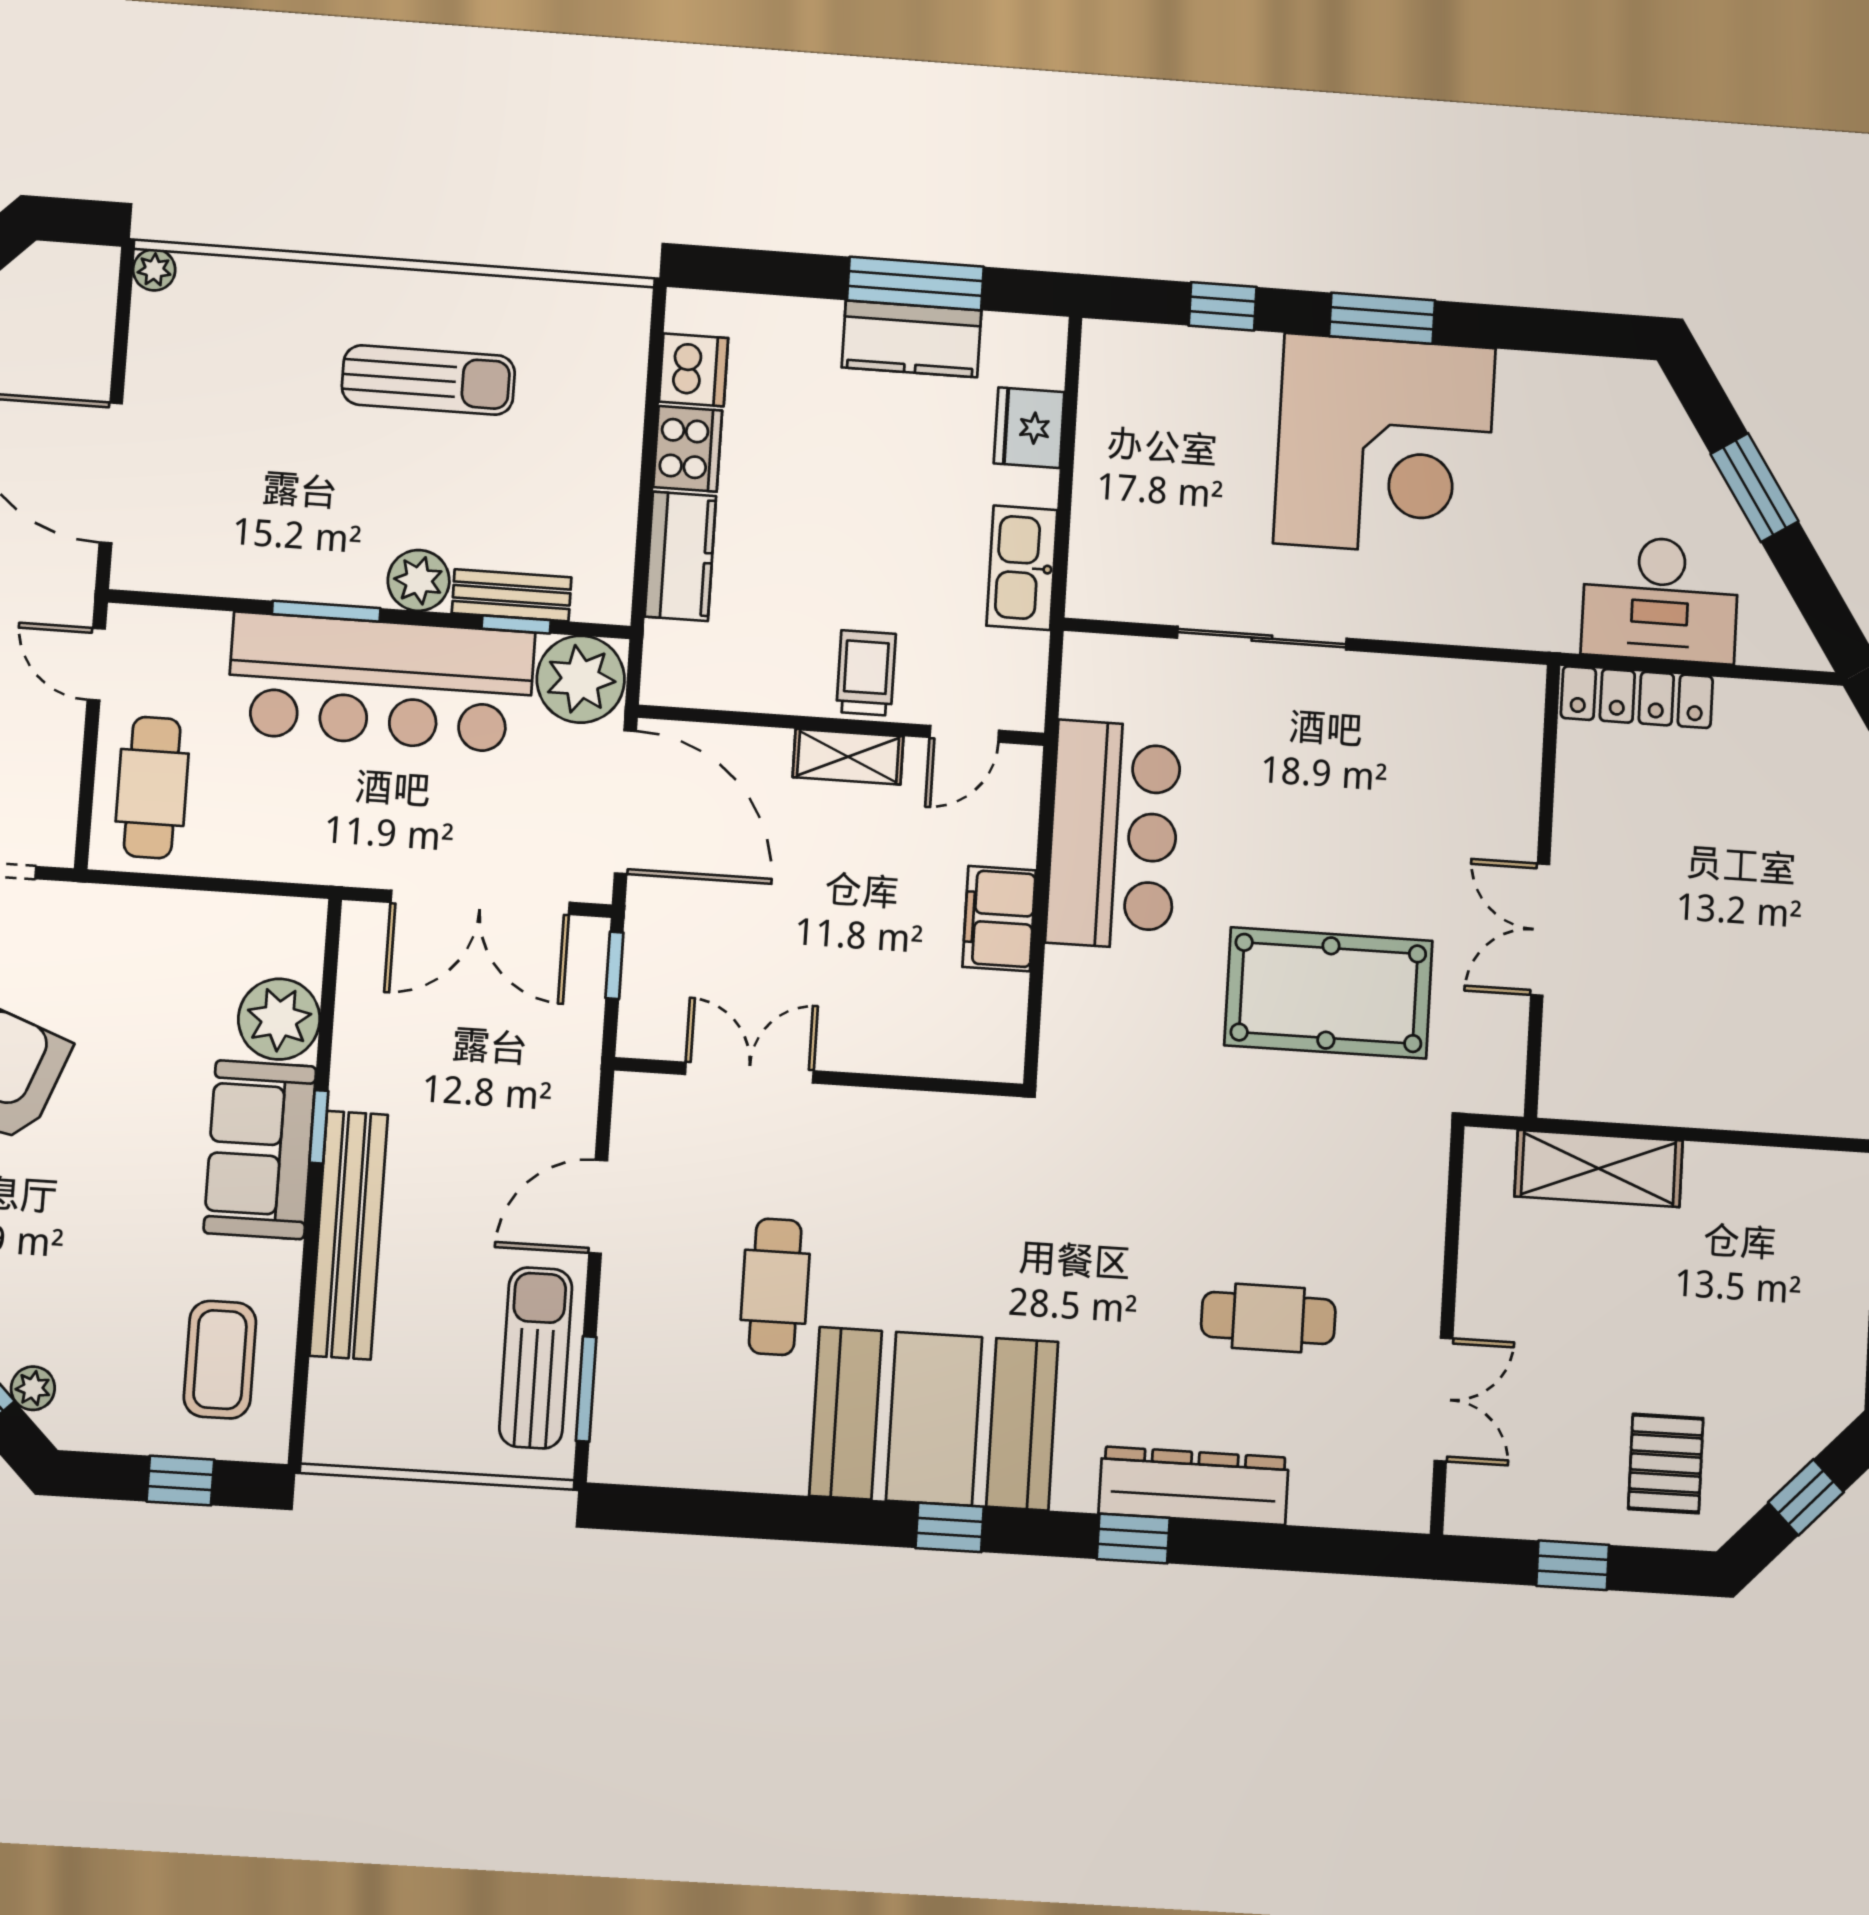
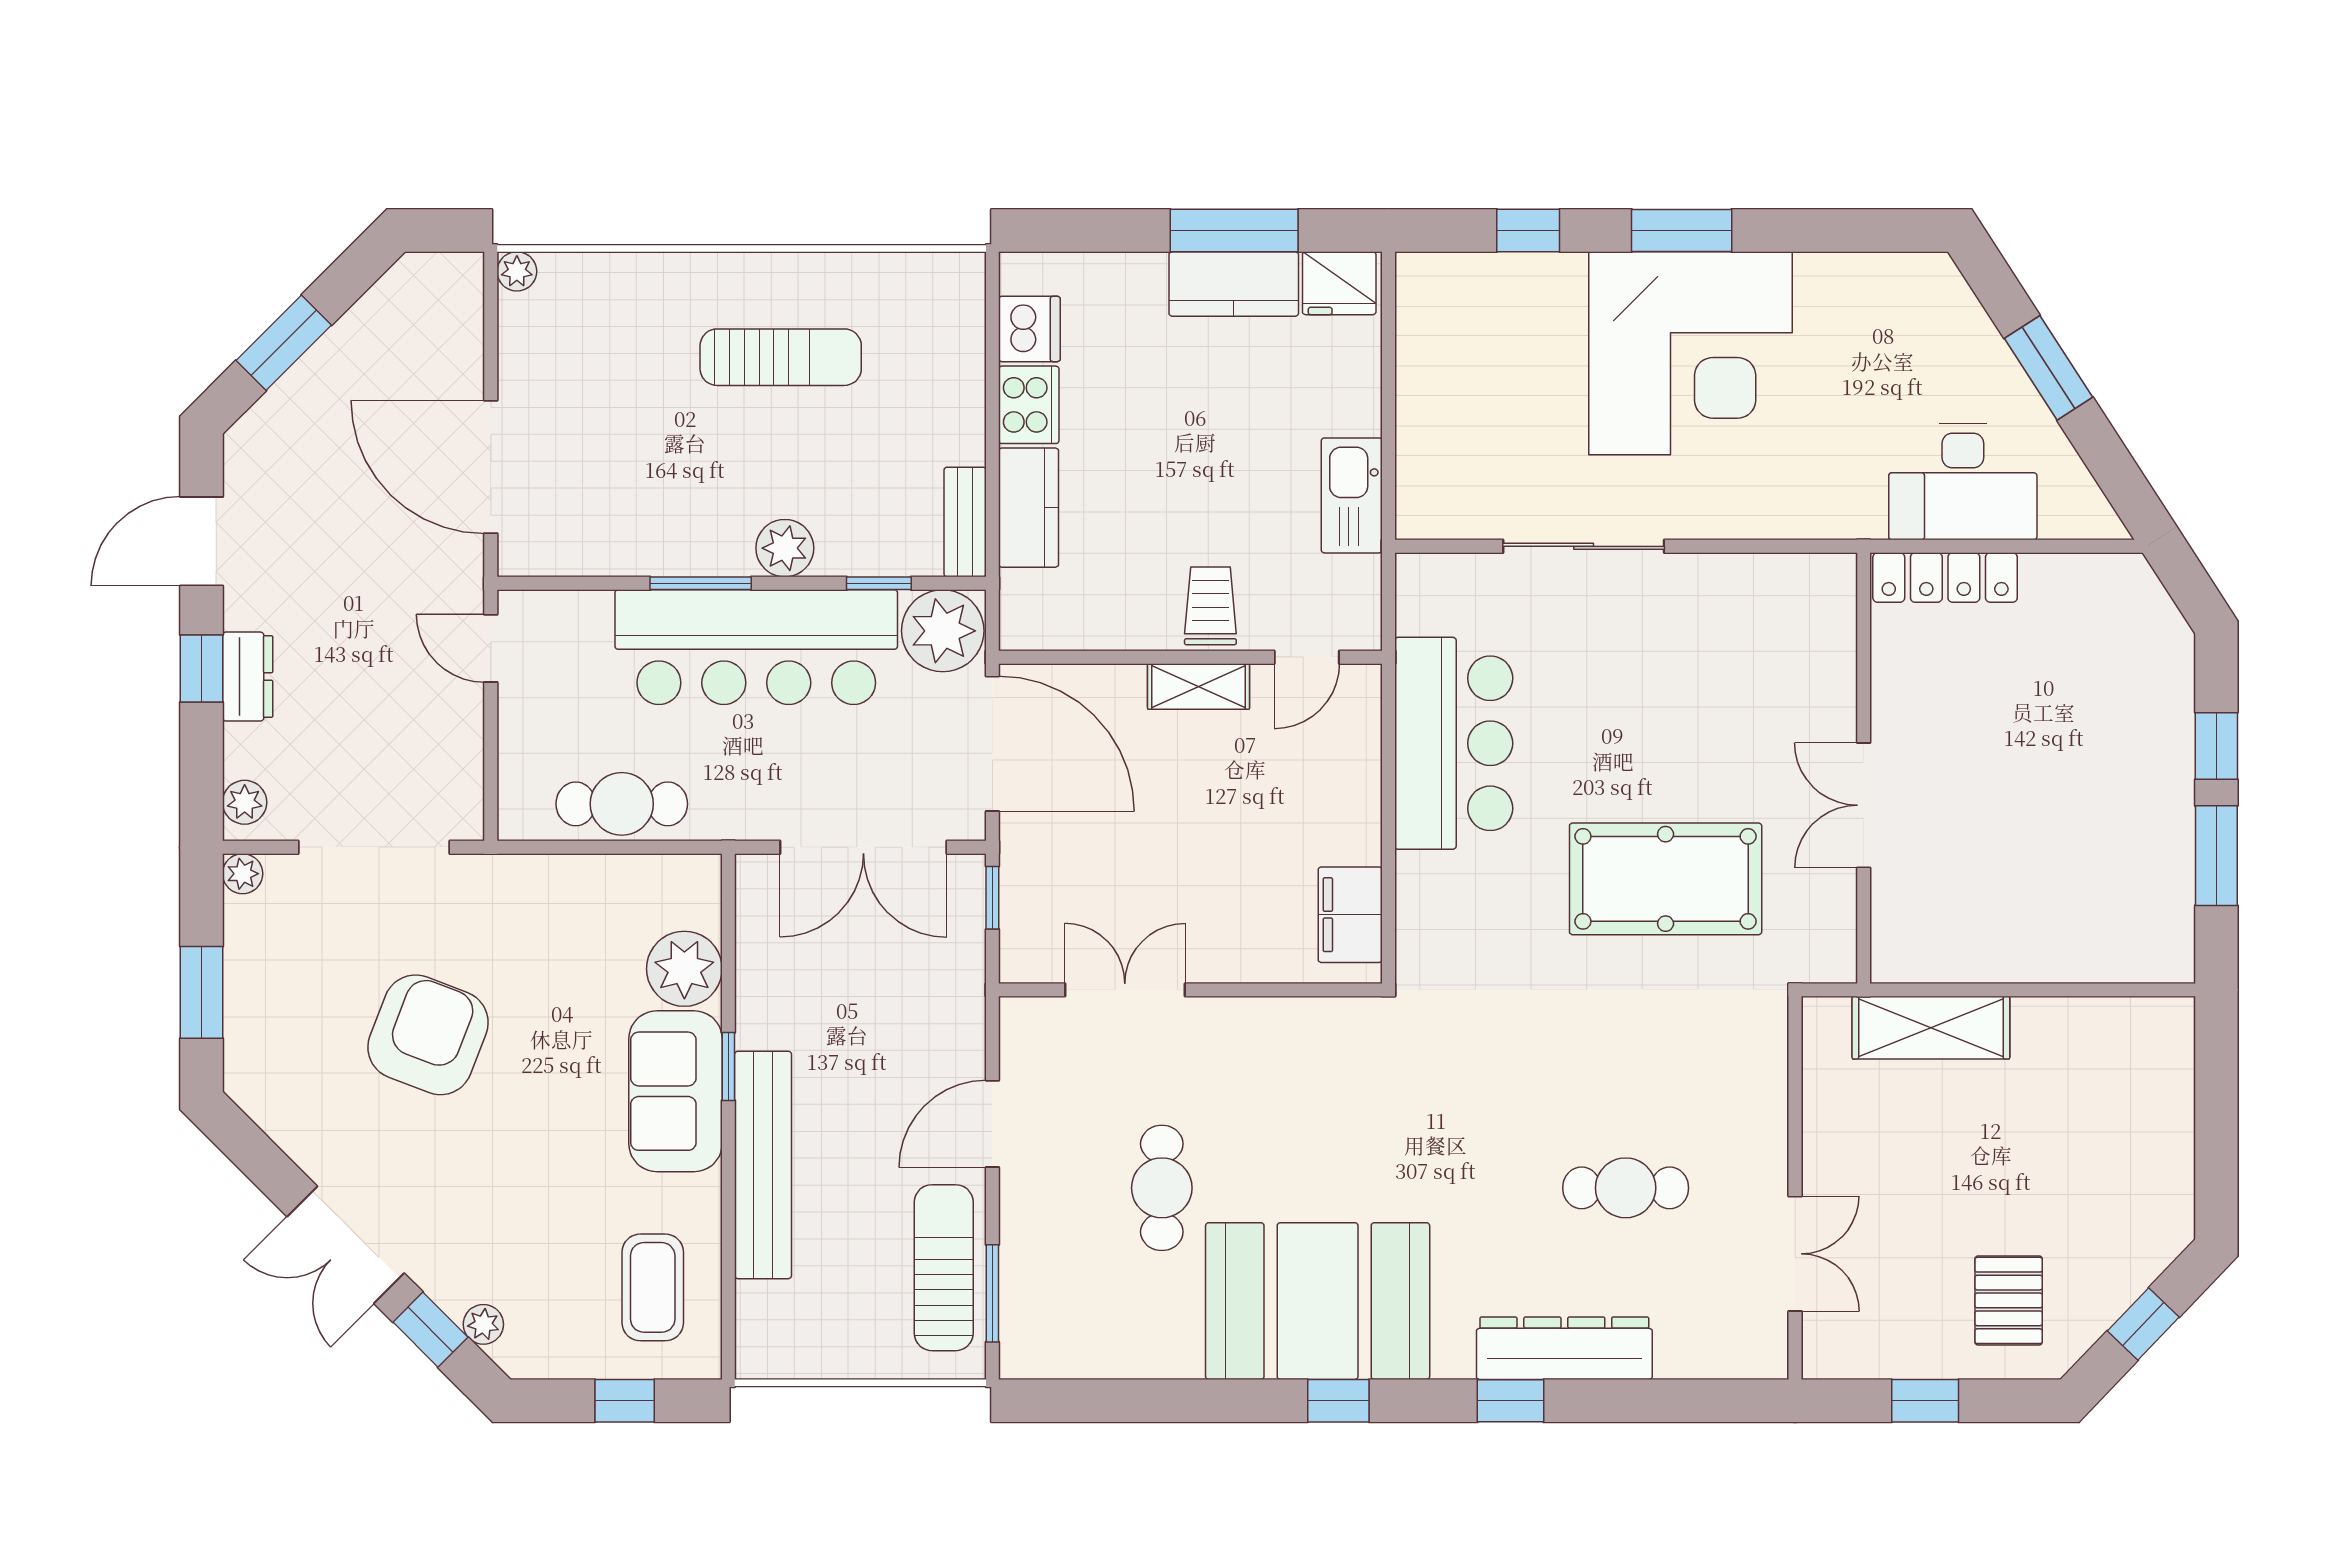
fridge: (1029, 428) -> (1339, 283), moved, turned -90
bench: (512, 595) -> (965, 522), moved, turned 90
cafe table: (152, 787) -> (622, 804), moved, turned 90
filing cabinet: (999, 919) -> (1350, 915), moved

